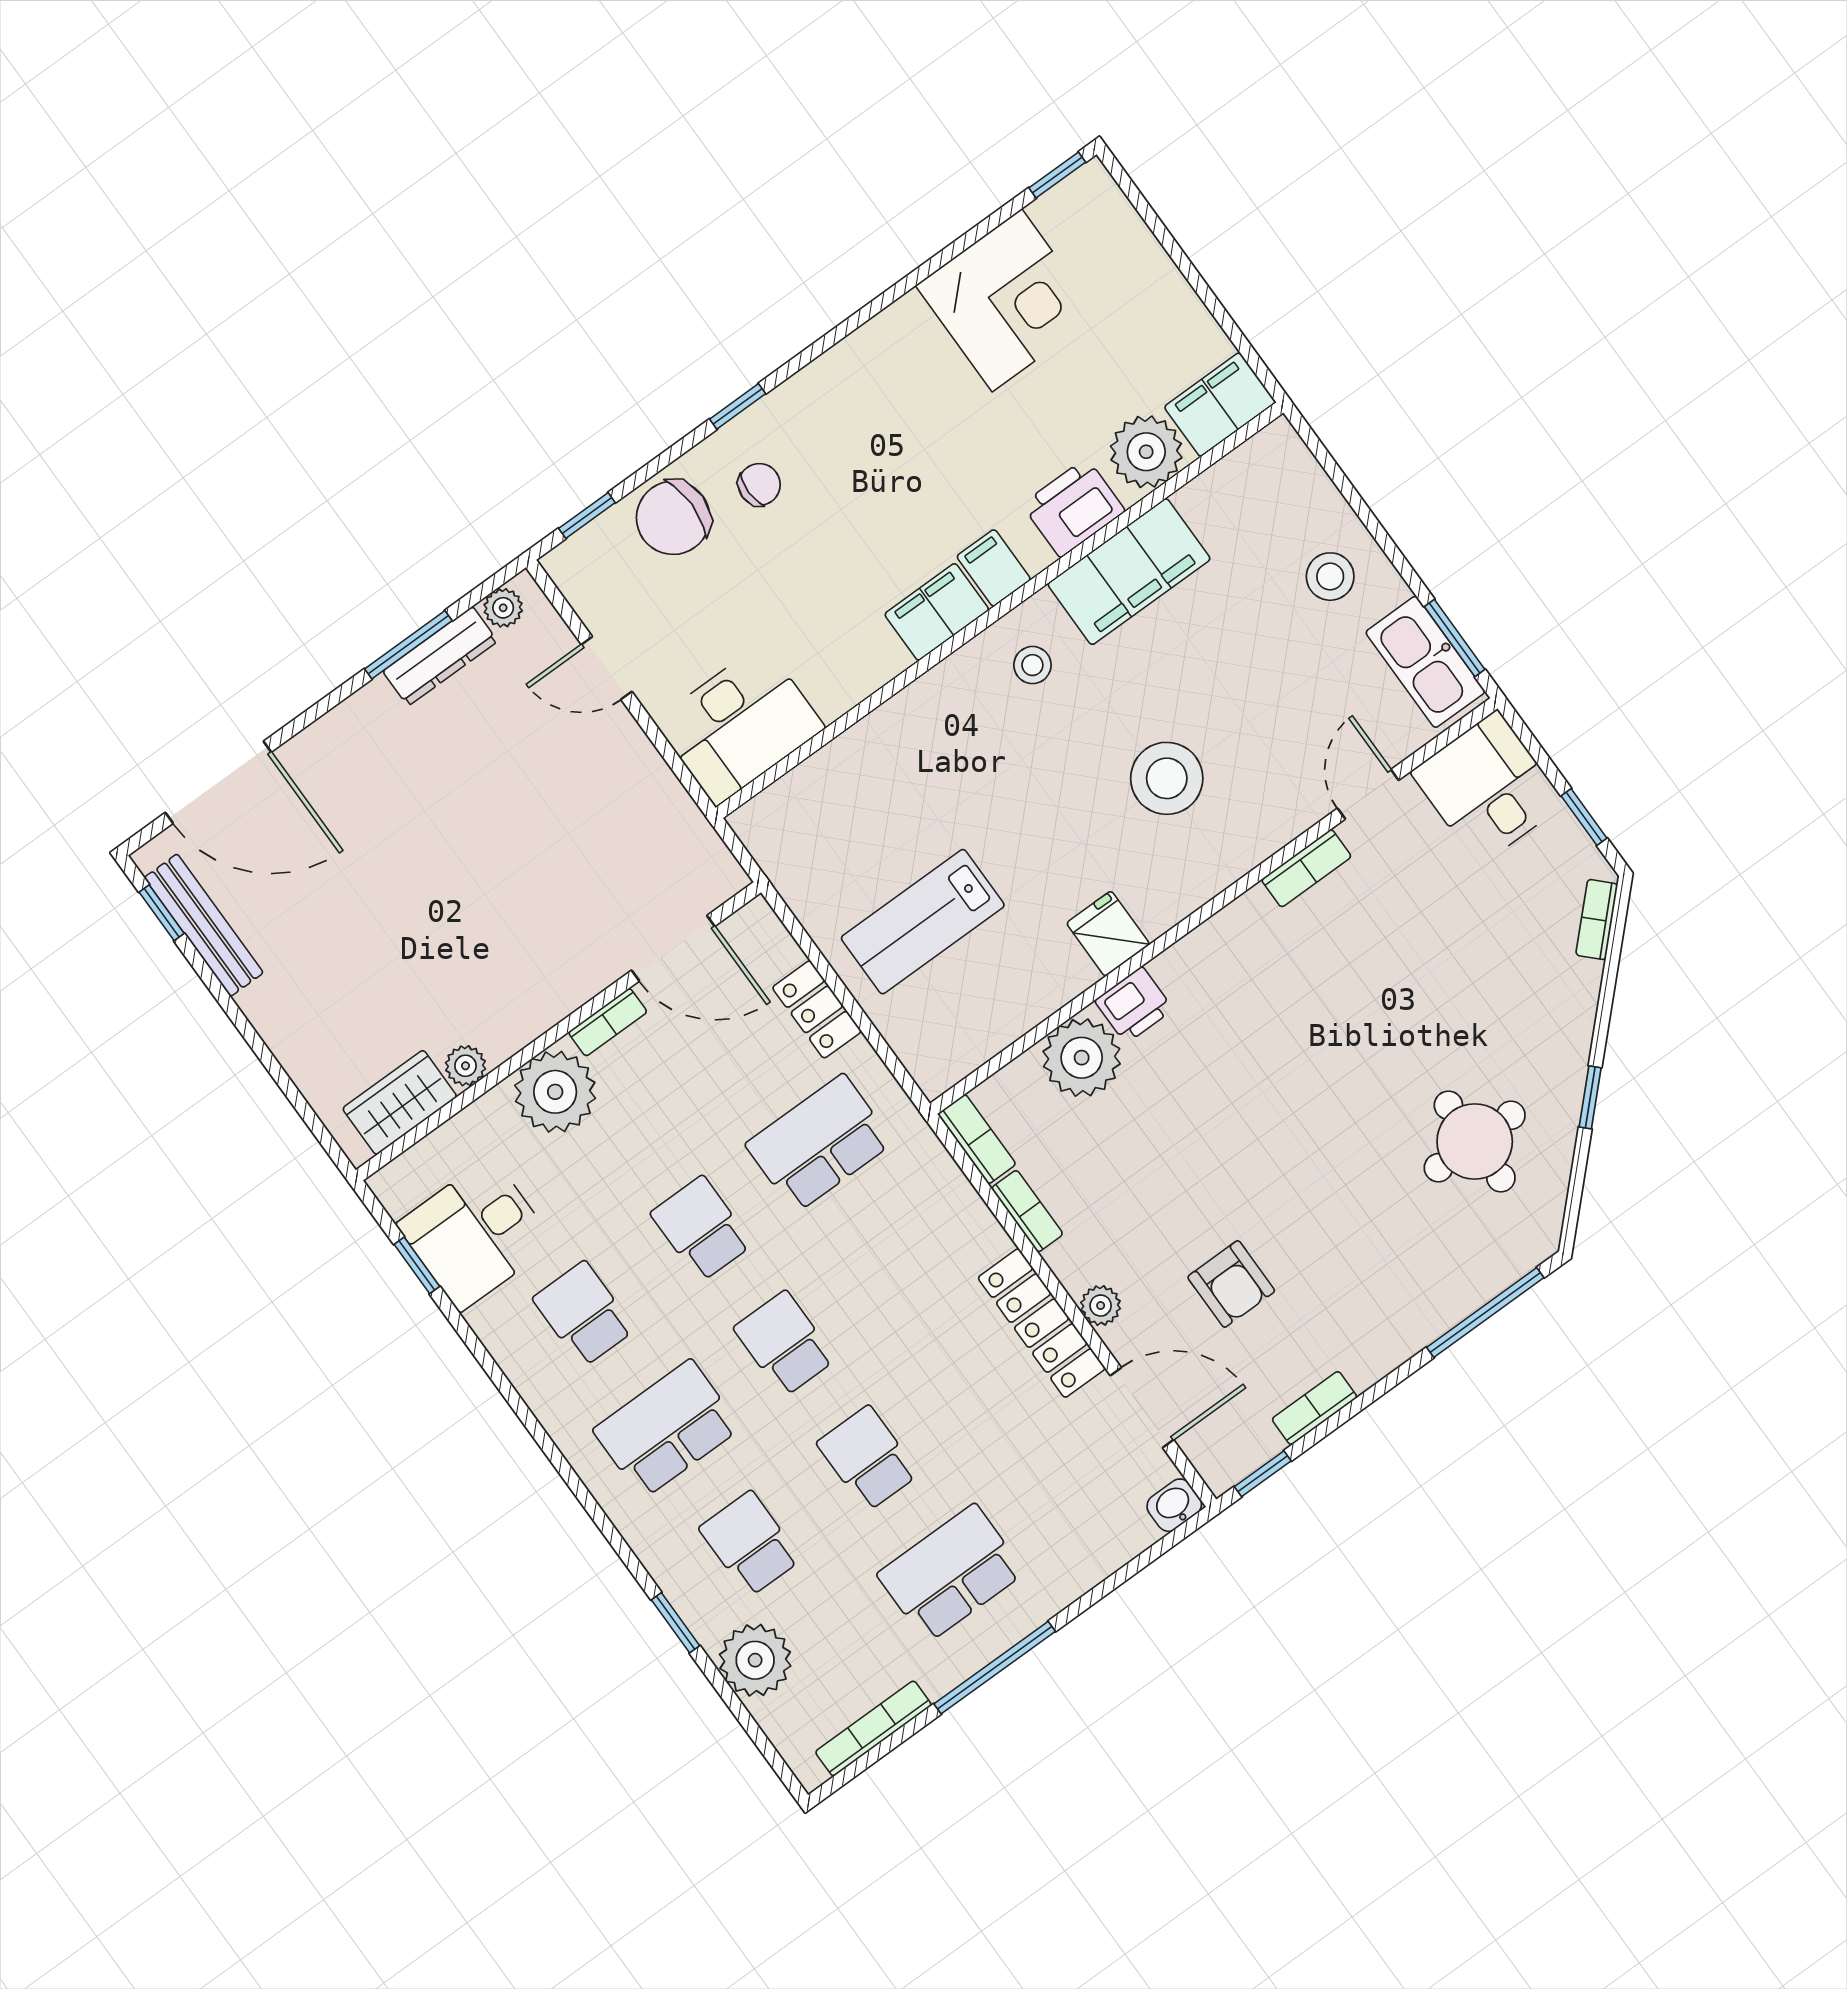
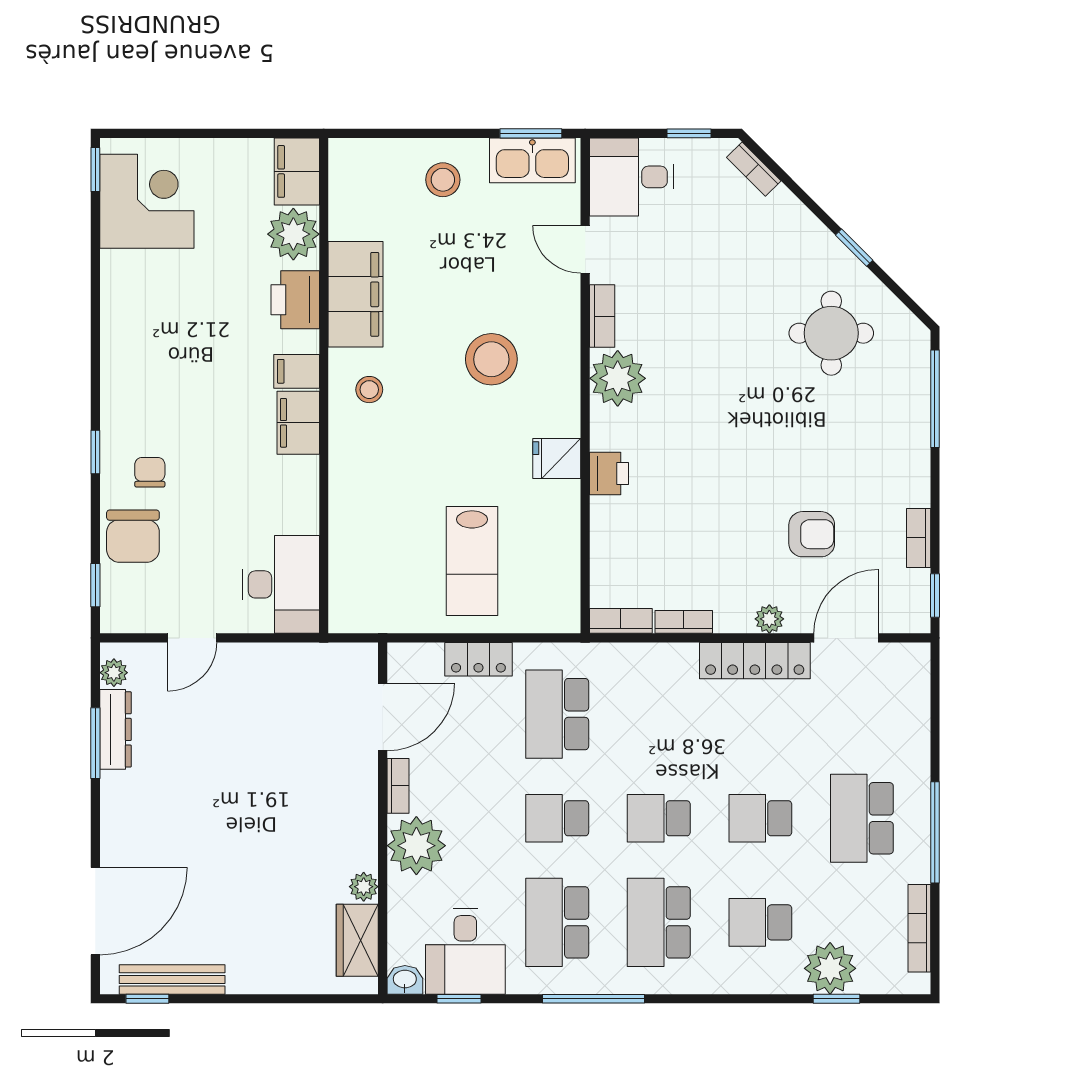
corner desk: (1007, 300) -> (147, 201), moved
plant: (1082, 1058) -> (618, 378), moved
school desk: (584, 1314) -> (557, 922), width x1.85
window: (527, 1418) -> (594, 999), added
washbasin: (1174, 1505) -> (405, 980), moved, turned 90
window: (676, 1623) -> (837, 999), moved

